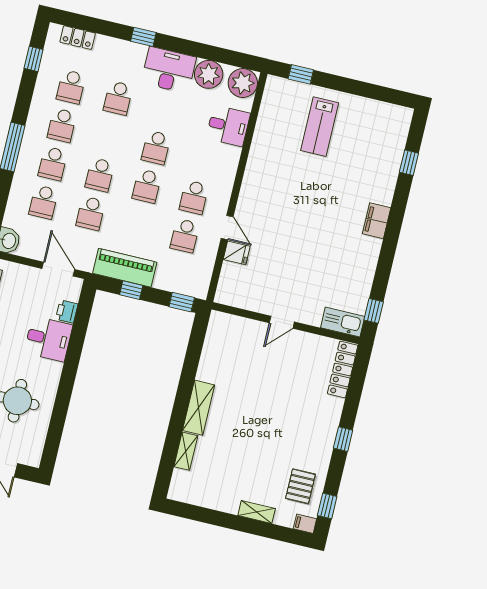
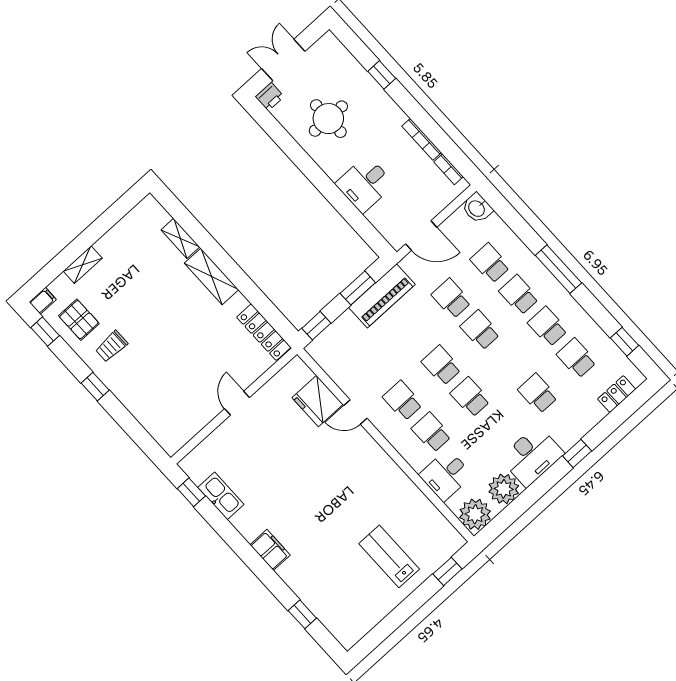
school desk: (185, 236) -> (431, 432), moved
fridge: (237, 253) -> (317, 401), width x1.88, depth x1.34
window: (131, 290) -> (358, 288), width x1.50
printer: (67, 311) -> (270, 97), moved, turned 90
kitchen sink: (343, 322) -> (221, 496), moved, turned -90
locker: (343, 369) -> (264, 332), moved, turned 180
trolley: (304, 448) -> (111, 346), added

